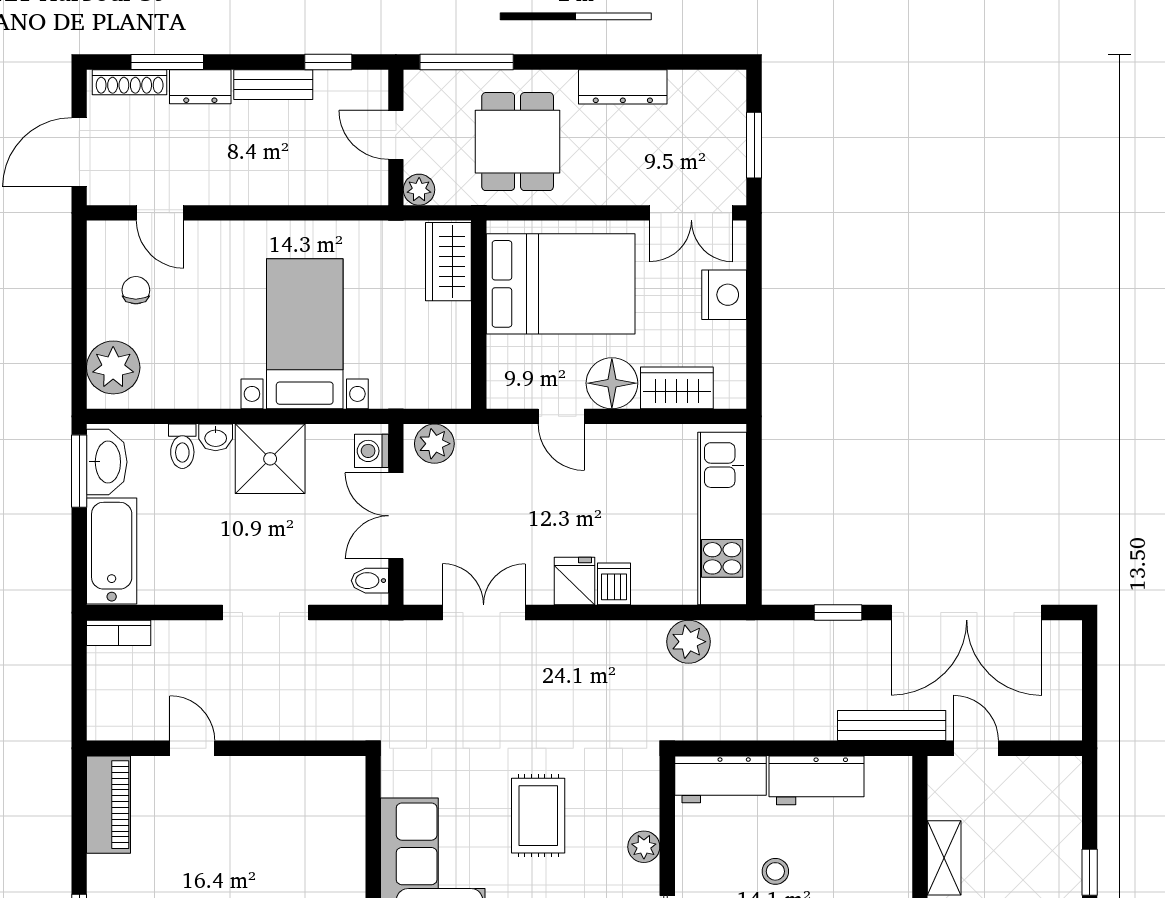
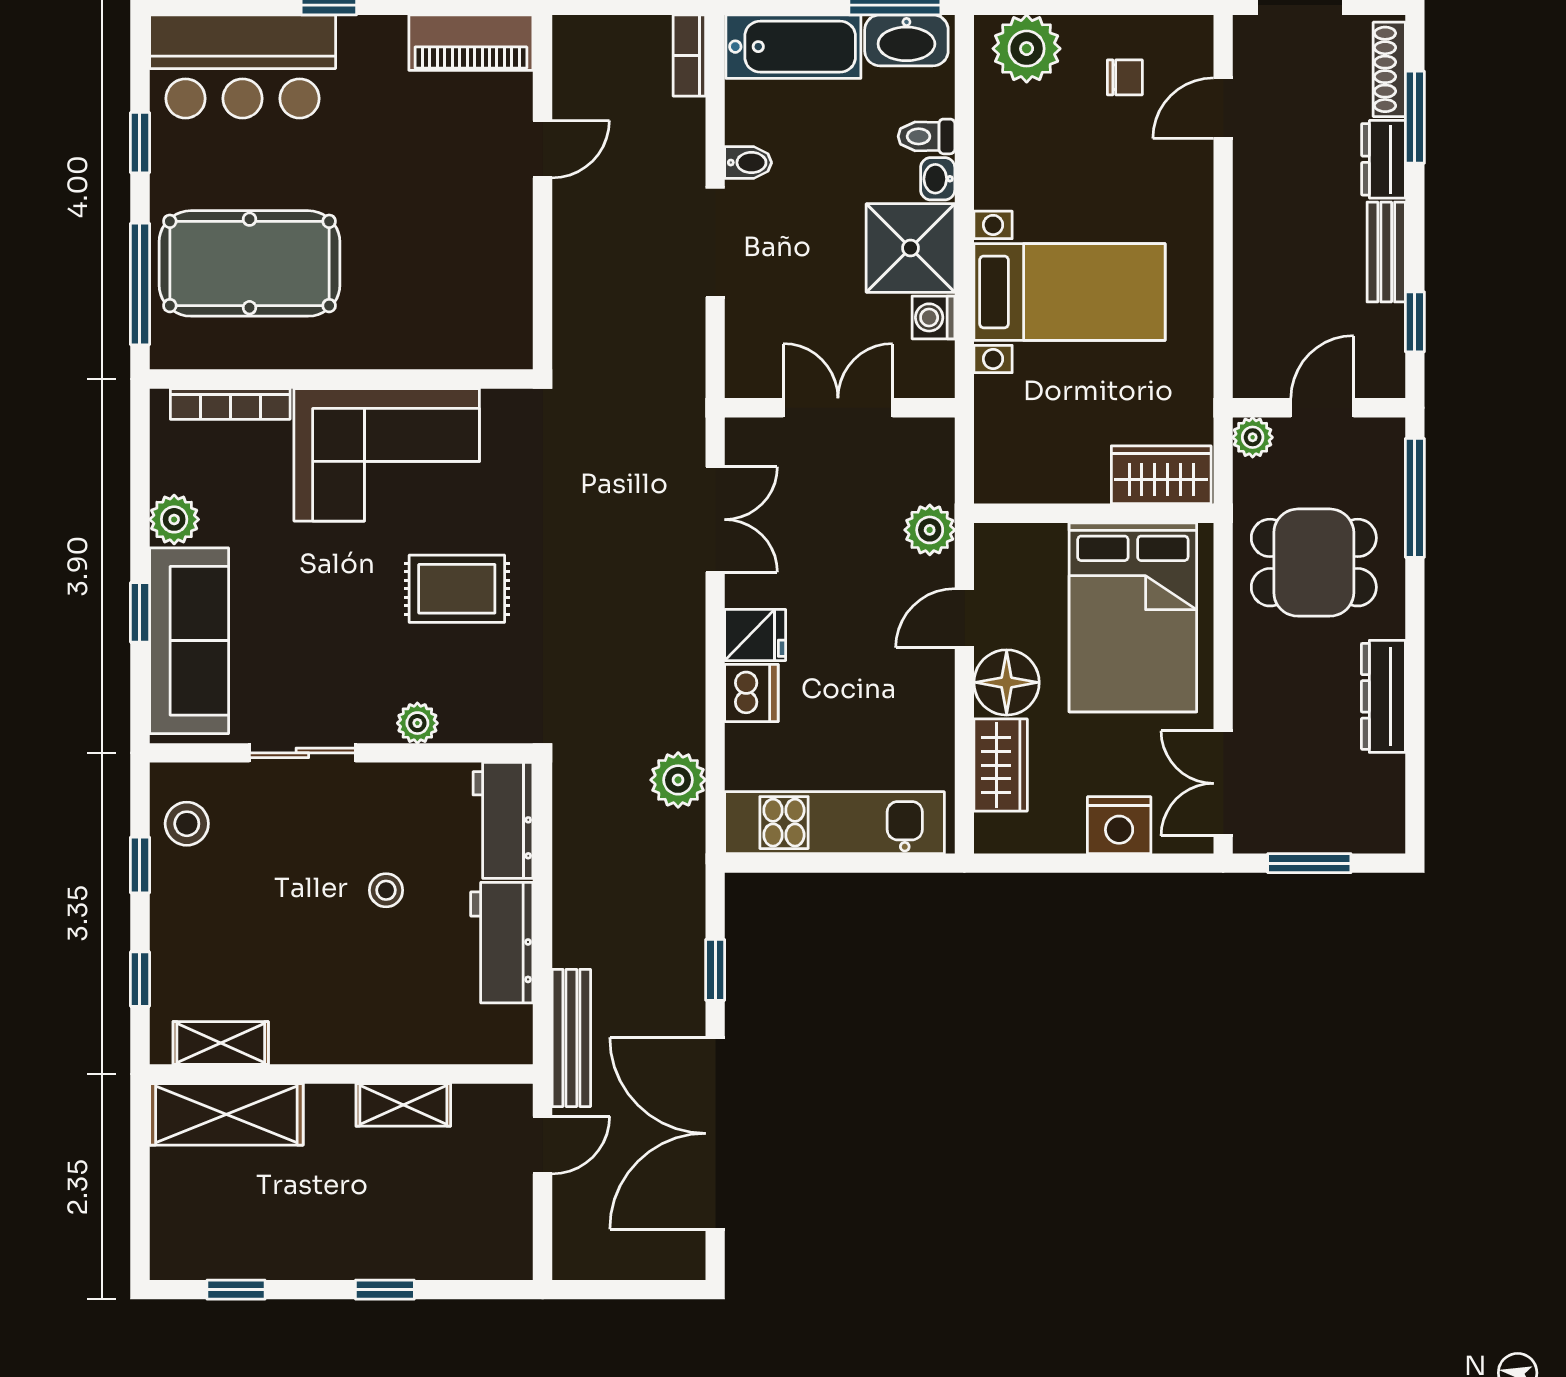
plant: (434, 444) -> (930, 530), moved
washing machine: (371, 451) -> (933, 317), moved, turned -90
bidet: (370, 581) -> (748, 163), moved, turned 90
dishwasher: (614, 584) -> (751, 693), width x1.38

